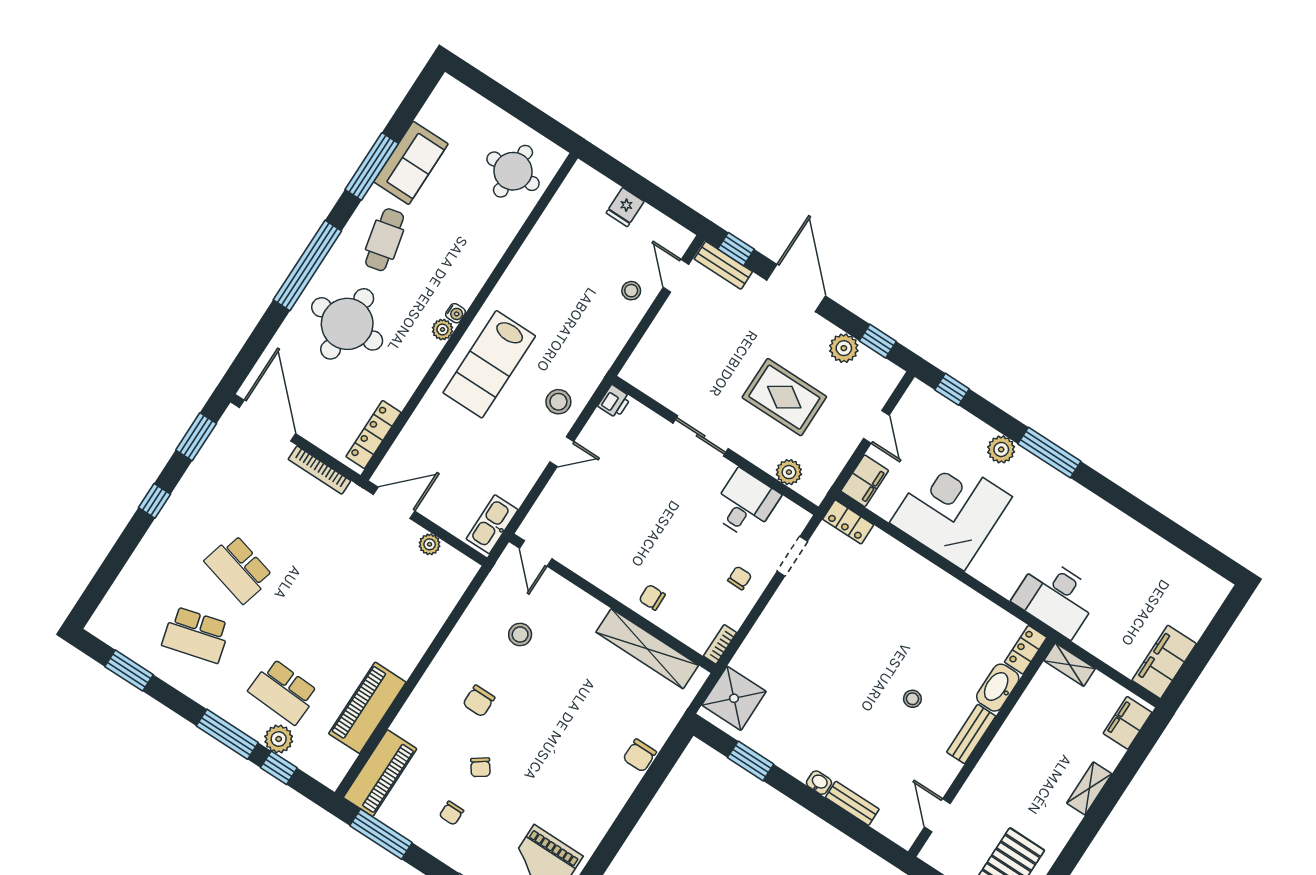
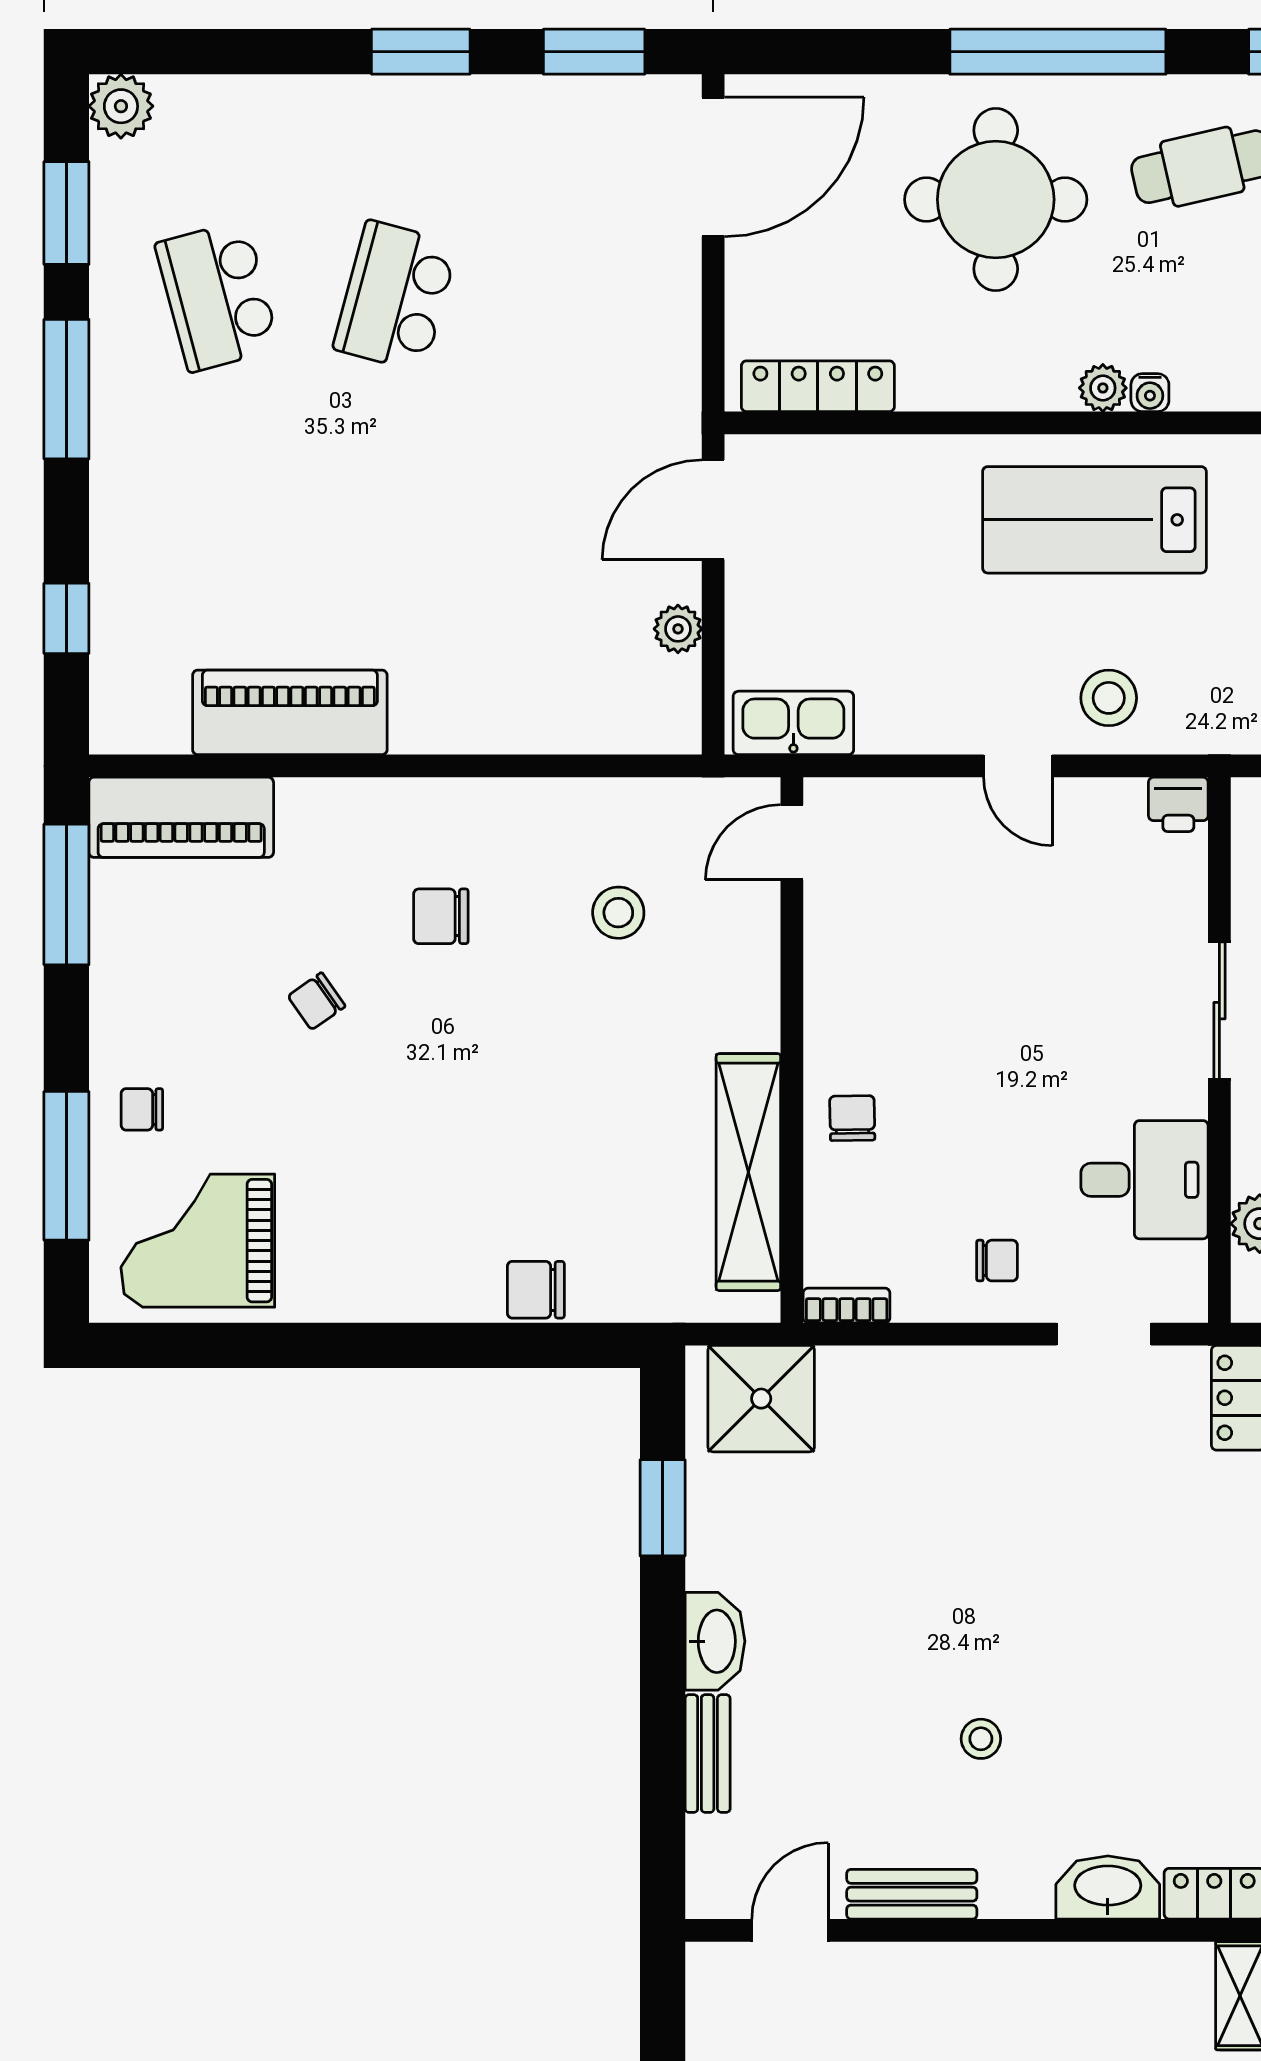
bookcase: (319, 470) -> (683, 328), removed
window: (155, 501) -> (421, 52), width x1.50
door: (394, 503) -> (713, 510), swing flipped
school desk: (283, 691) -> (217, 533), removed
window: (227, 734) -> (66, 389), moved
bench: (971, 734) -> (912, 1894), moved
plant: (279, 739) -> (121, 106), moved
washbasin: (819, 783) -> (715, 1641), width x1.91, depth x1.45
chair: (451, 813) -> (142, 1109), moved

